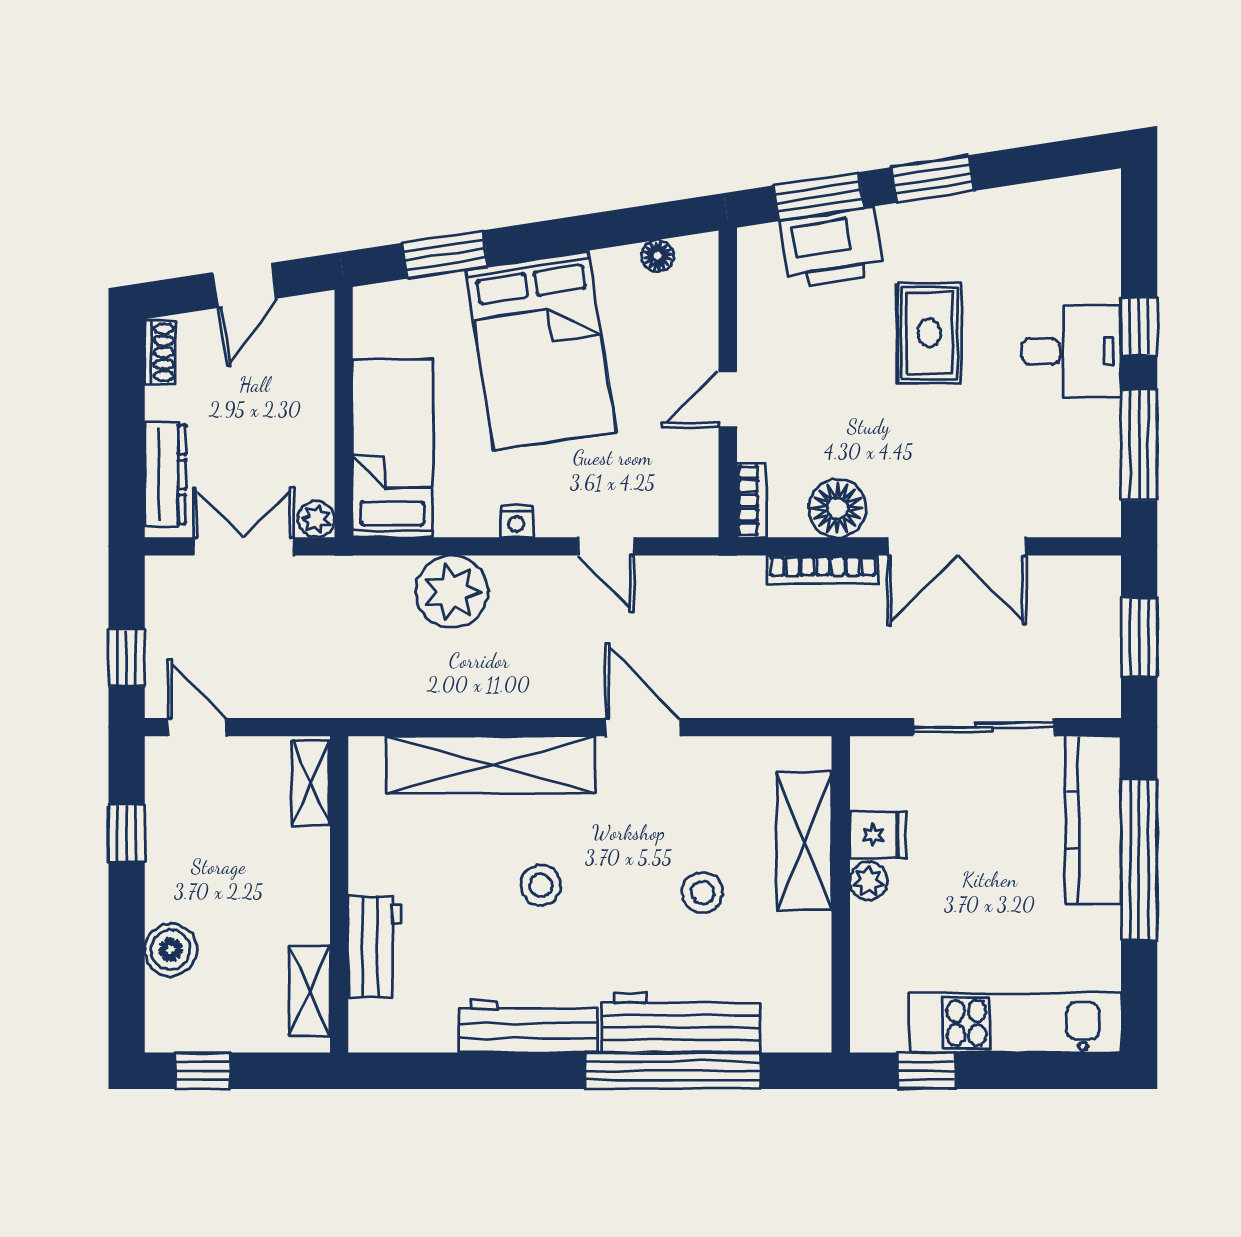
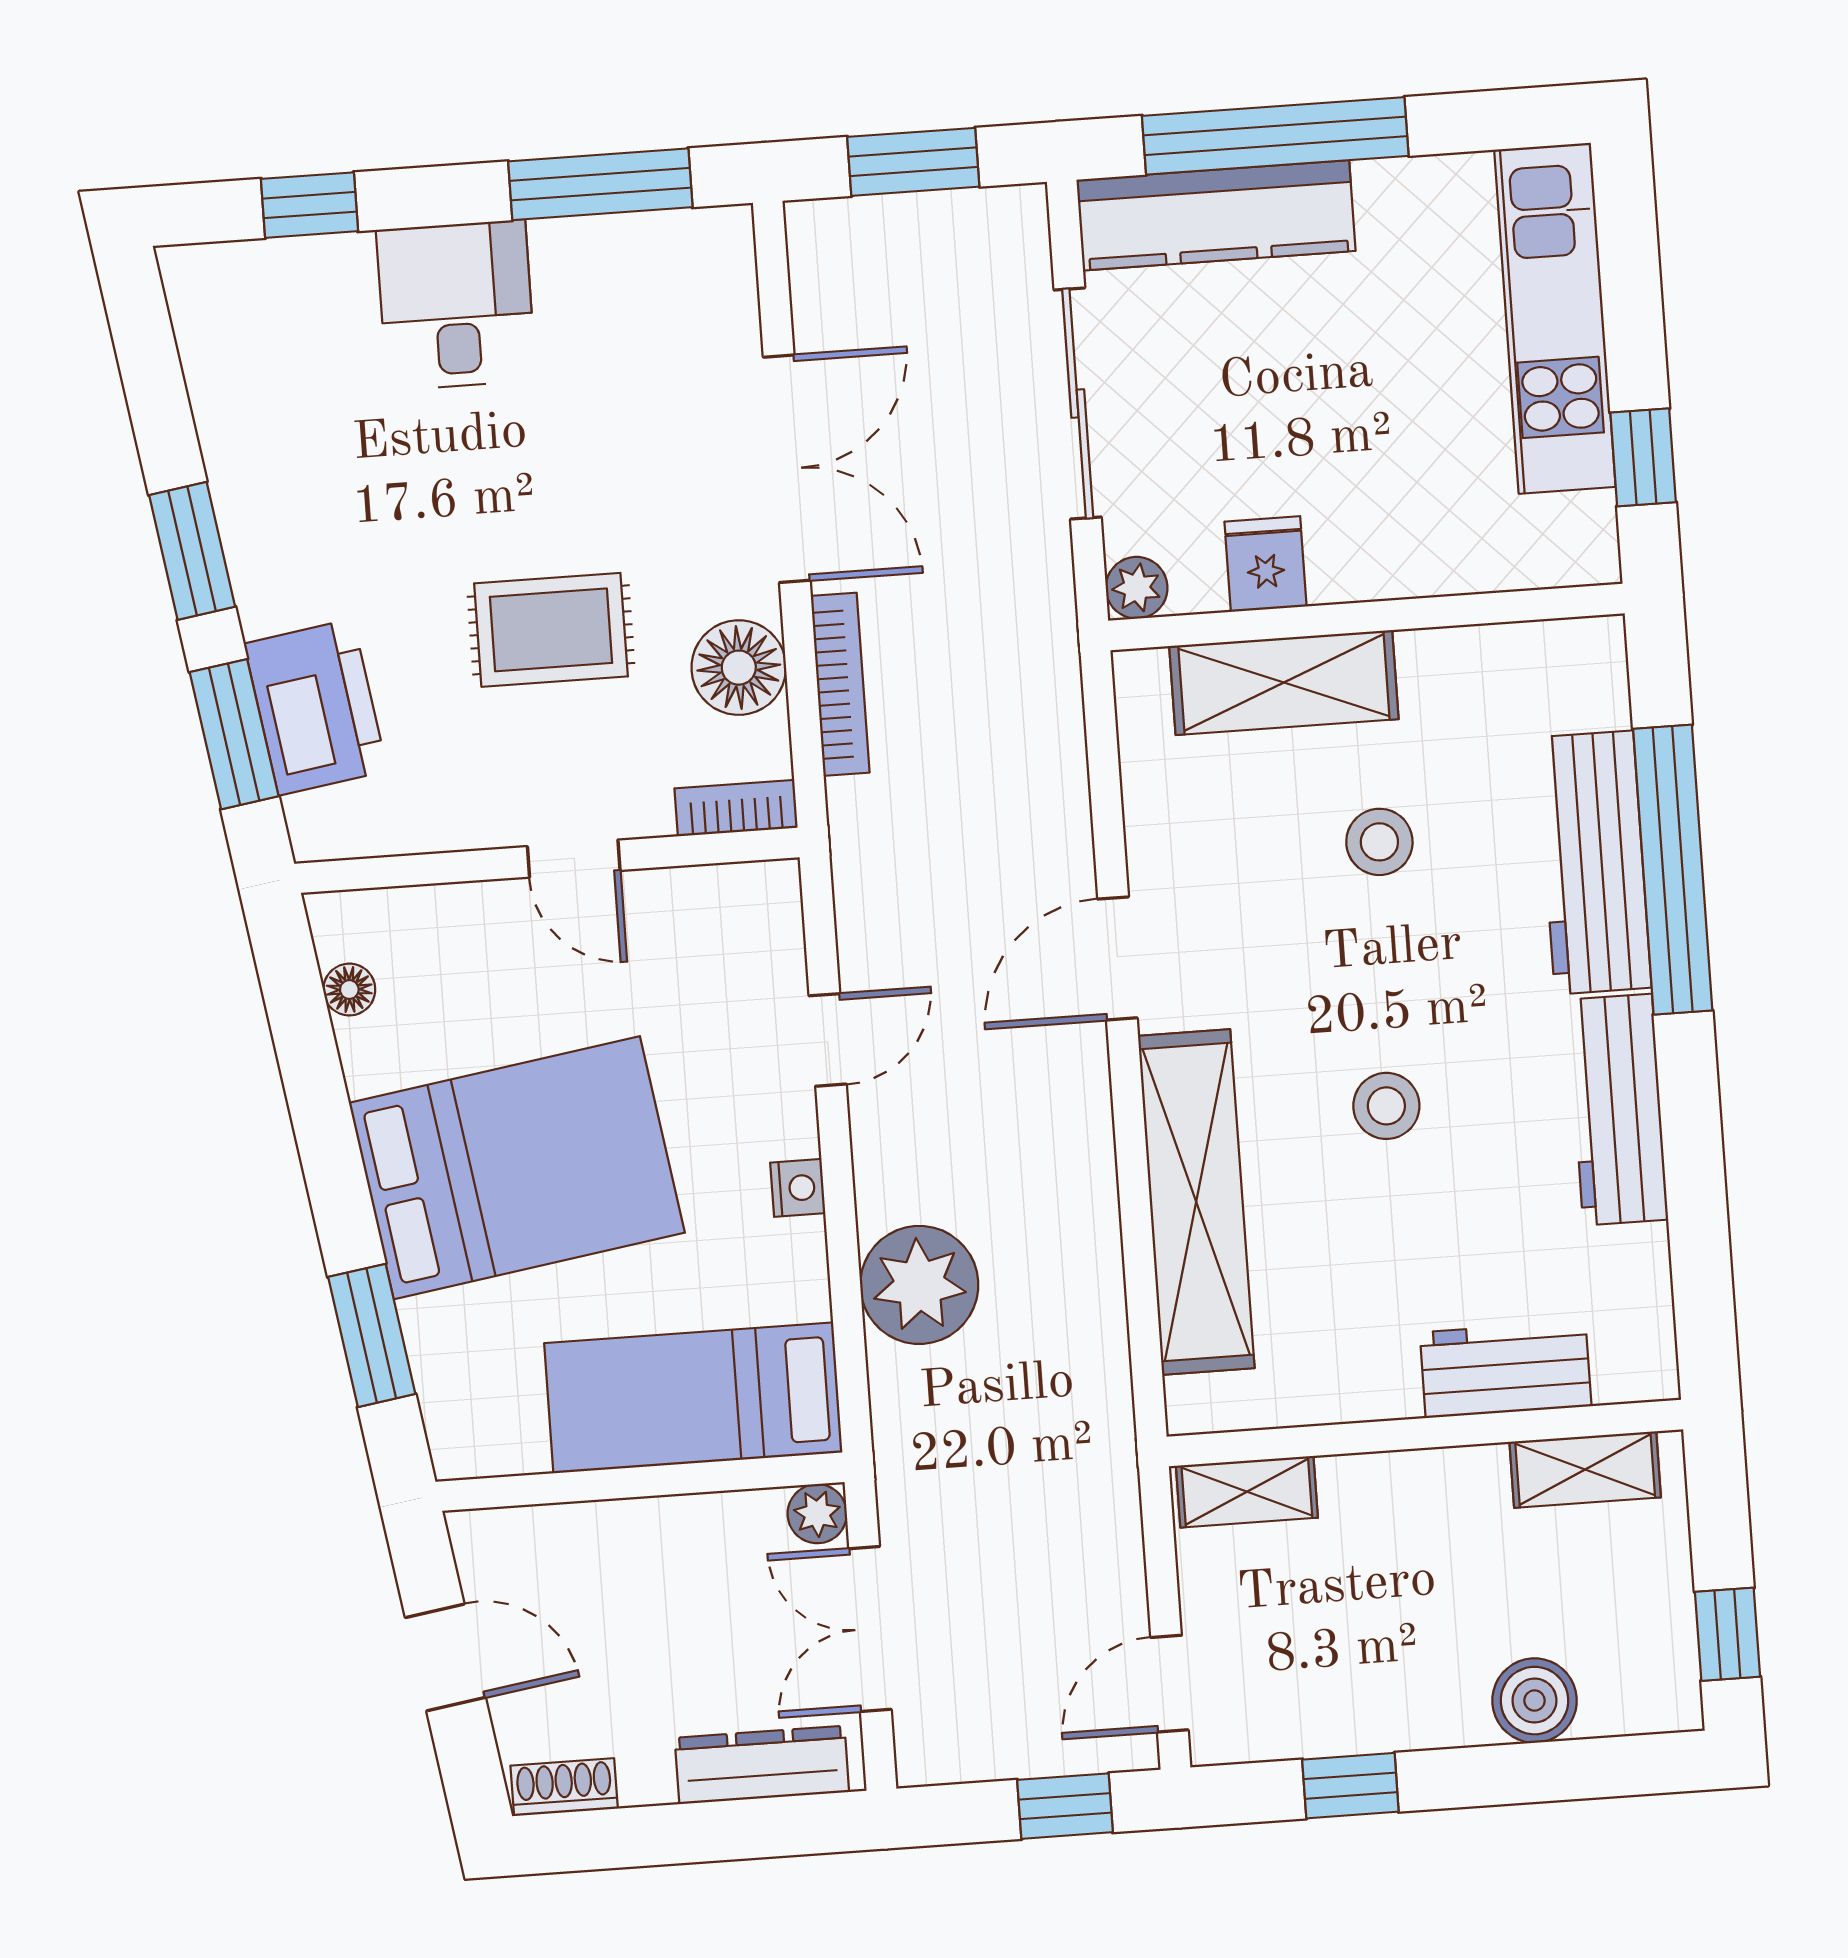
window: (1139, 326) -> (310, 205), moved
rug: (929, 333) -> (551, 630), moved
plant: (869, 881) -> (1137, 588), moved

